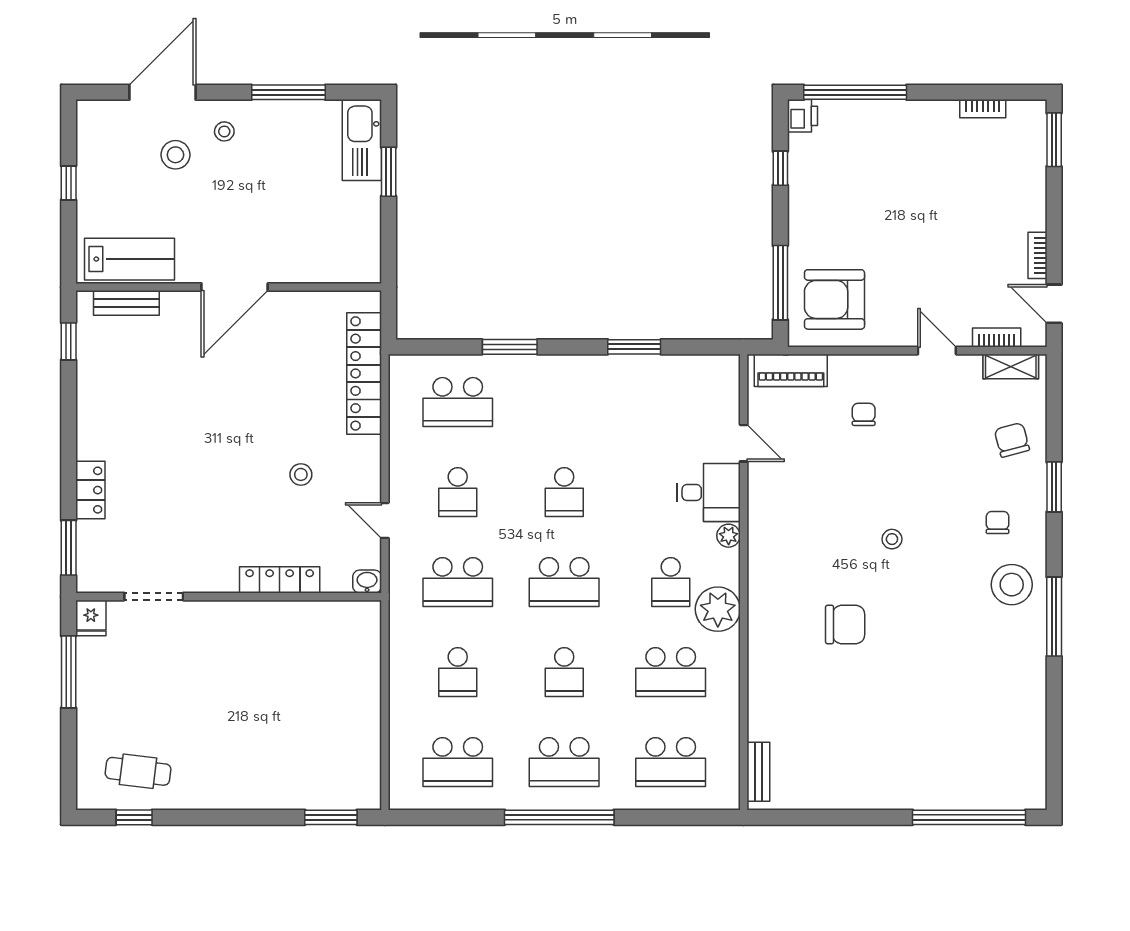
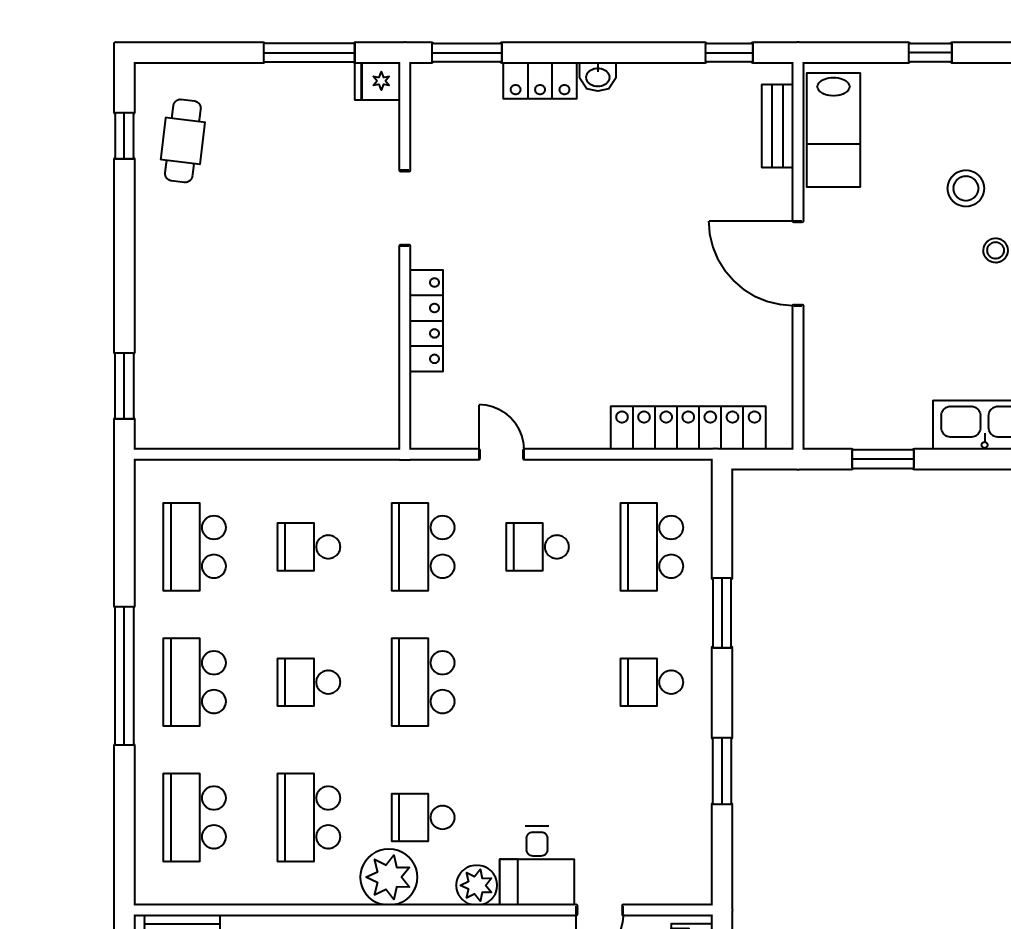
window: (389, 172) -> (883, 459), moved
stool: (301, 474) -> (560, 348), removed
school desk: (564, 492) -> (652, 682), moved
door: (385, 520) -> (501, 454), hinge flipped
plant: (729, 536) -> (477, 885), width x1.38, depth x1.38
washbasin: (367, 582) -> (598, 76), moved, turned 90
doorway: (154, 597) -> (405, 208), moved

